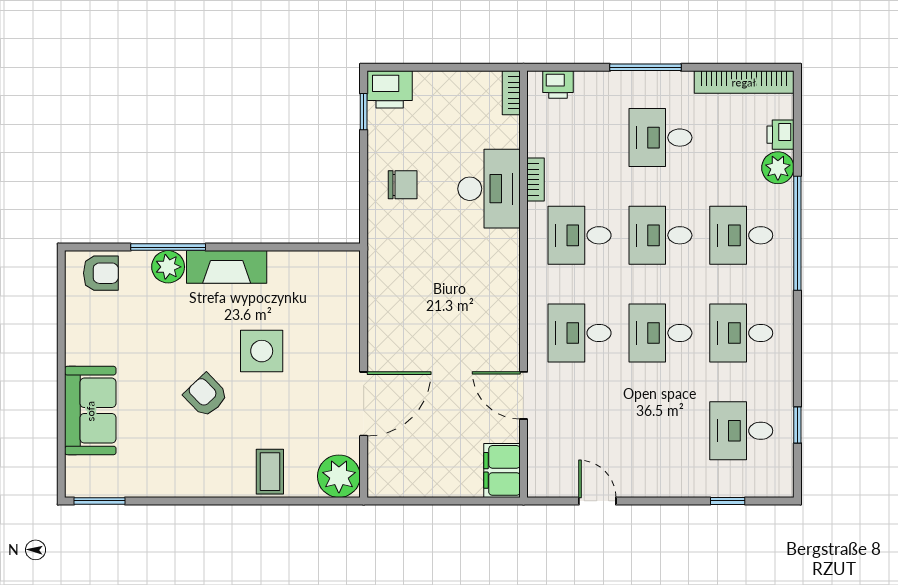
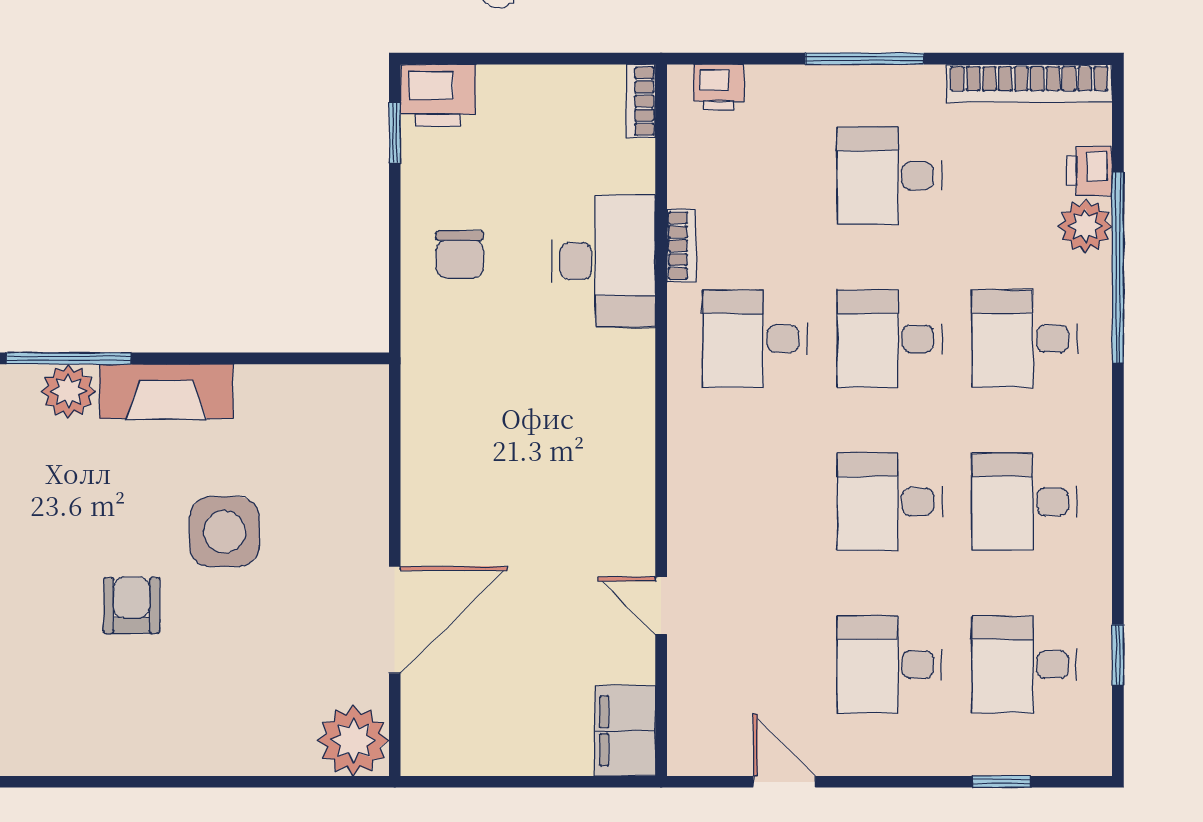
chair: (403, 185) -> (460, 254), turned 90
window: (797, 233) -> (1118, 267), moved
desk: (580, 333) -> (889, 665), moved
armchair: (206, 395) -> (132, 605), turned 44
door: (523, 395) -> (661, 606), width x0.73
coffee table: (270, 472) -> (238, 733), removed

